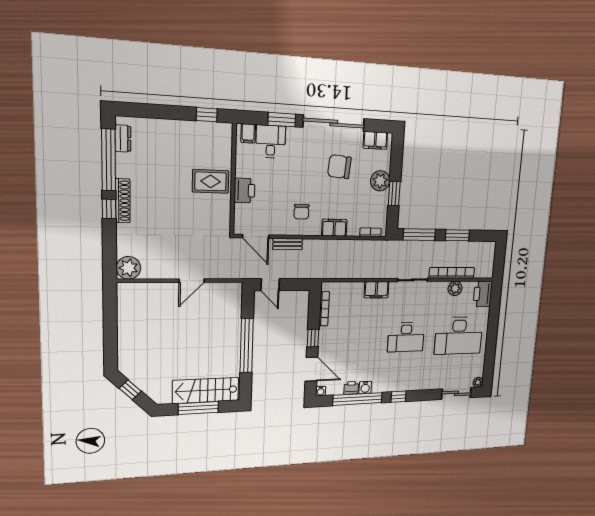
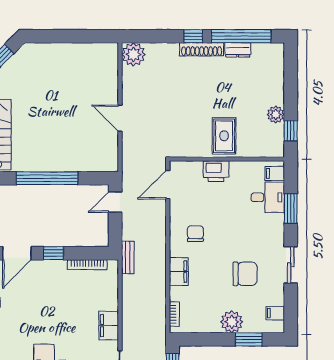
sliding door: (334, 123) -> (291, 265), width x0.54
plant: (190, 129) -> (276, 114), added
dresser: (123, 139) -> (238, 50), moved
filing cabinet: (375, 140) -> (275, 313), width x0.50
chair: (339, 167) -> (245, 274), turned 85
window: (394, 194) -> (249, 339), moved
chair: (301, 212) -> (195, 234), turned 90
bench: (288, 244) -> (128, 257), moved

